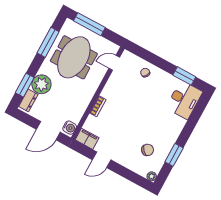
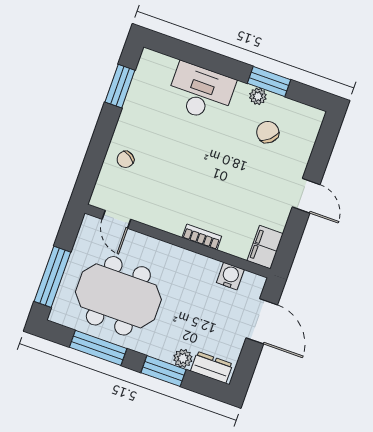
plant: (41, 84) -> (183, 358), width x0.53, depth x0.53
window: (25, 85) -> (163, 371), moved
desk: (184, 100) -> (201, 92), moved
water cooler: (70, 128) -> (230, 276), moved
door: (102, 160) -> (306, 196), moved
plant: (152, 176) -> (258, 96), moved

